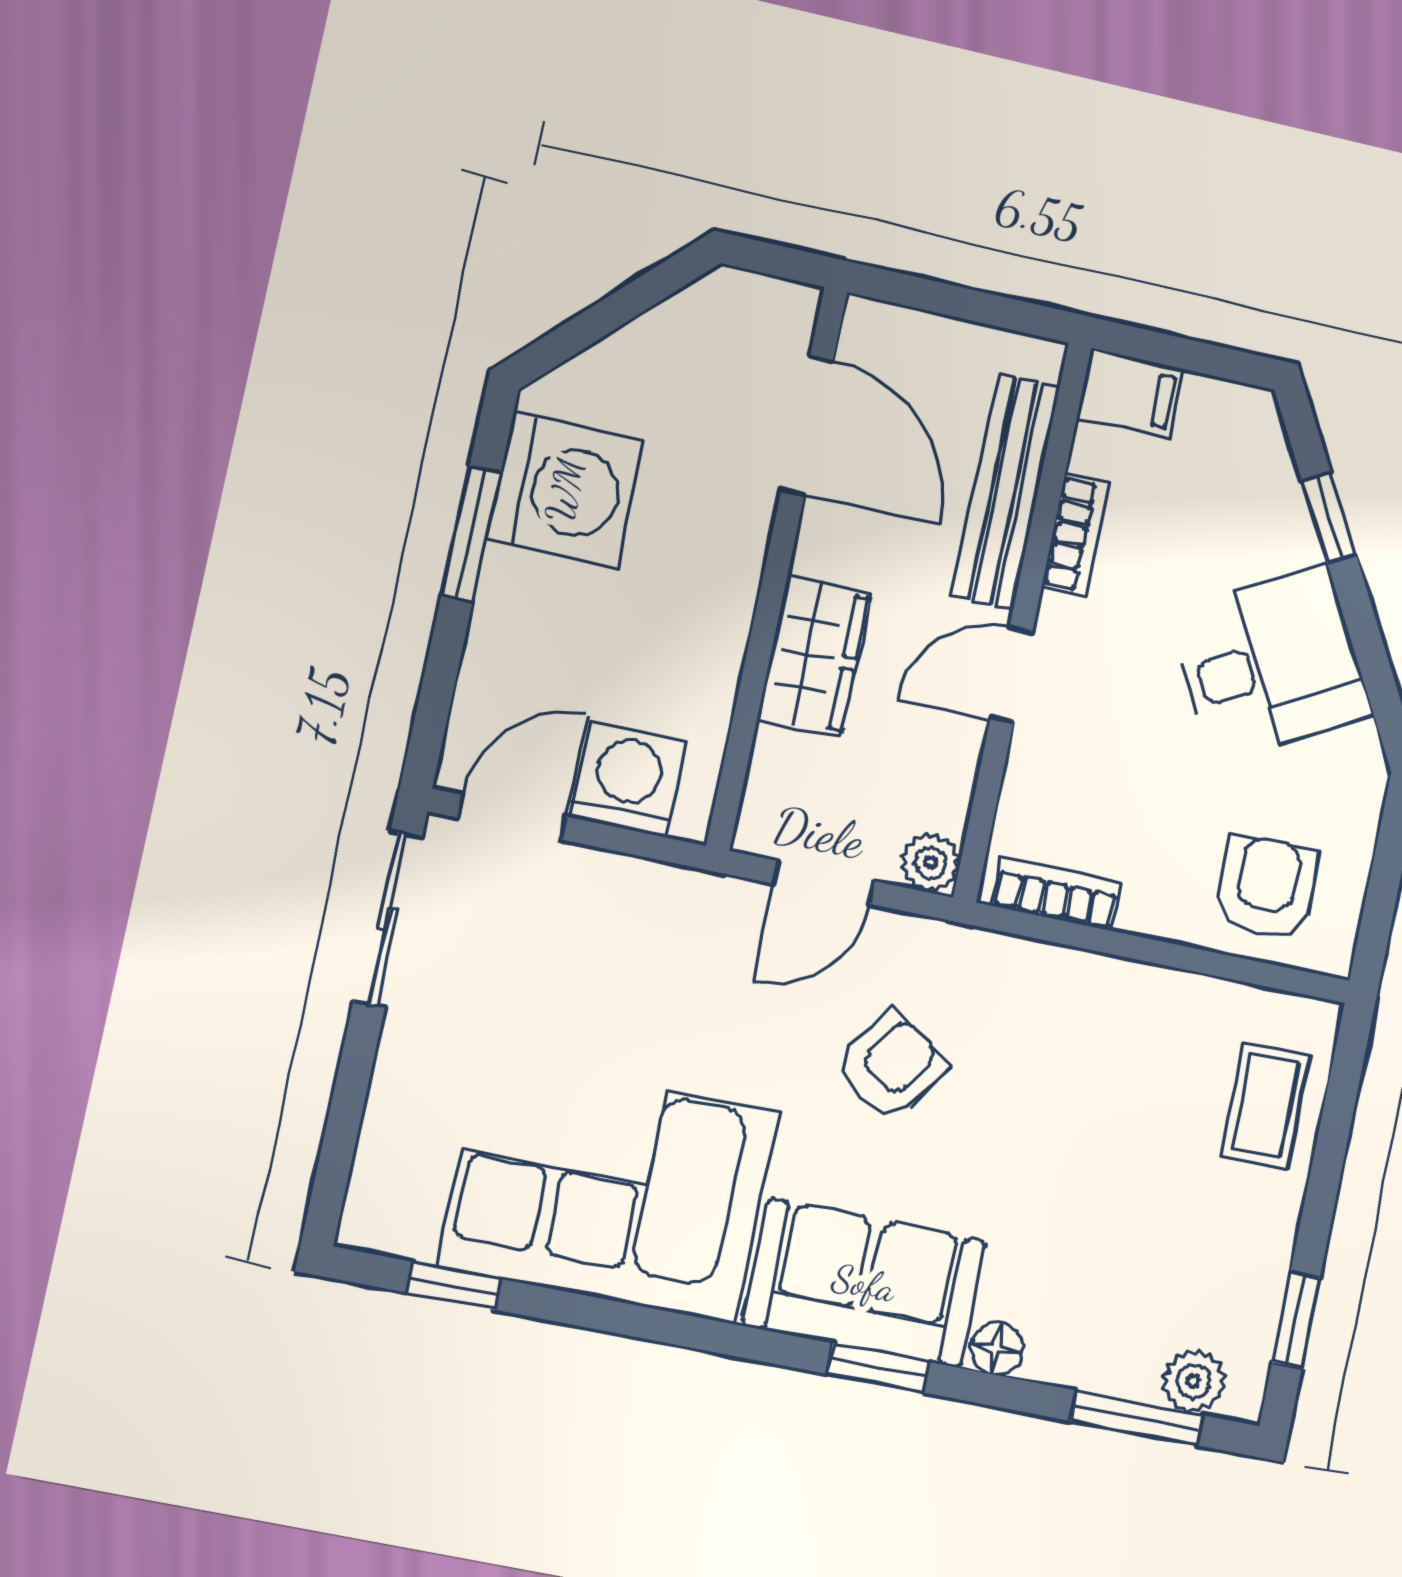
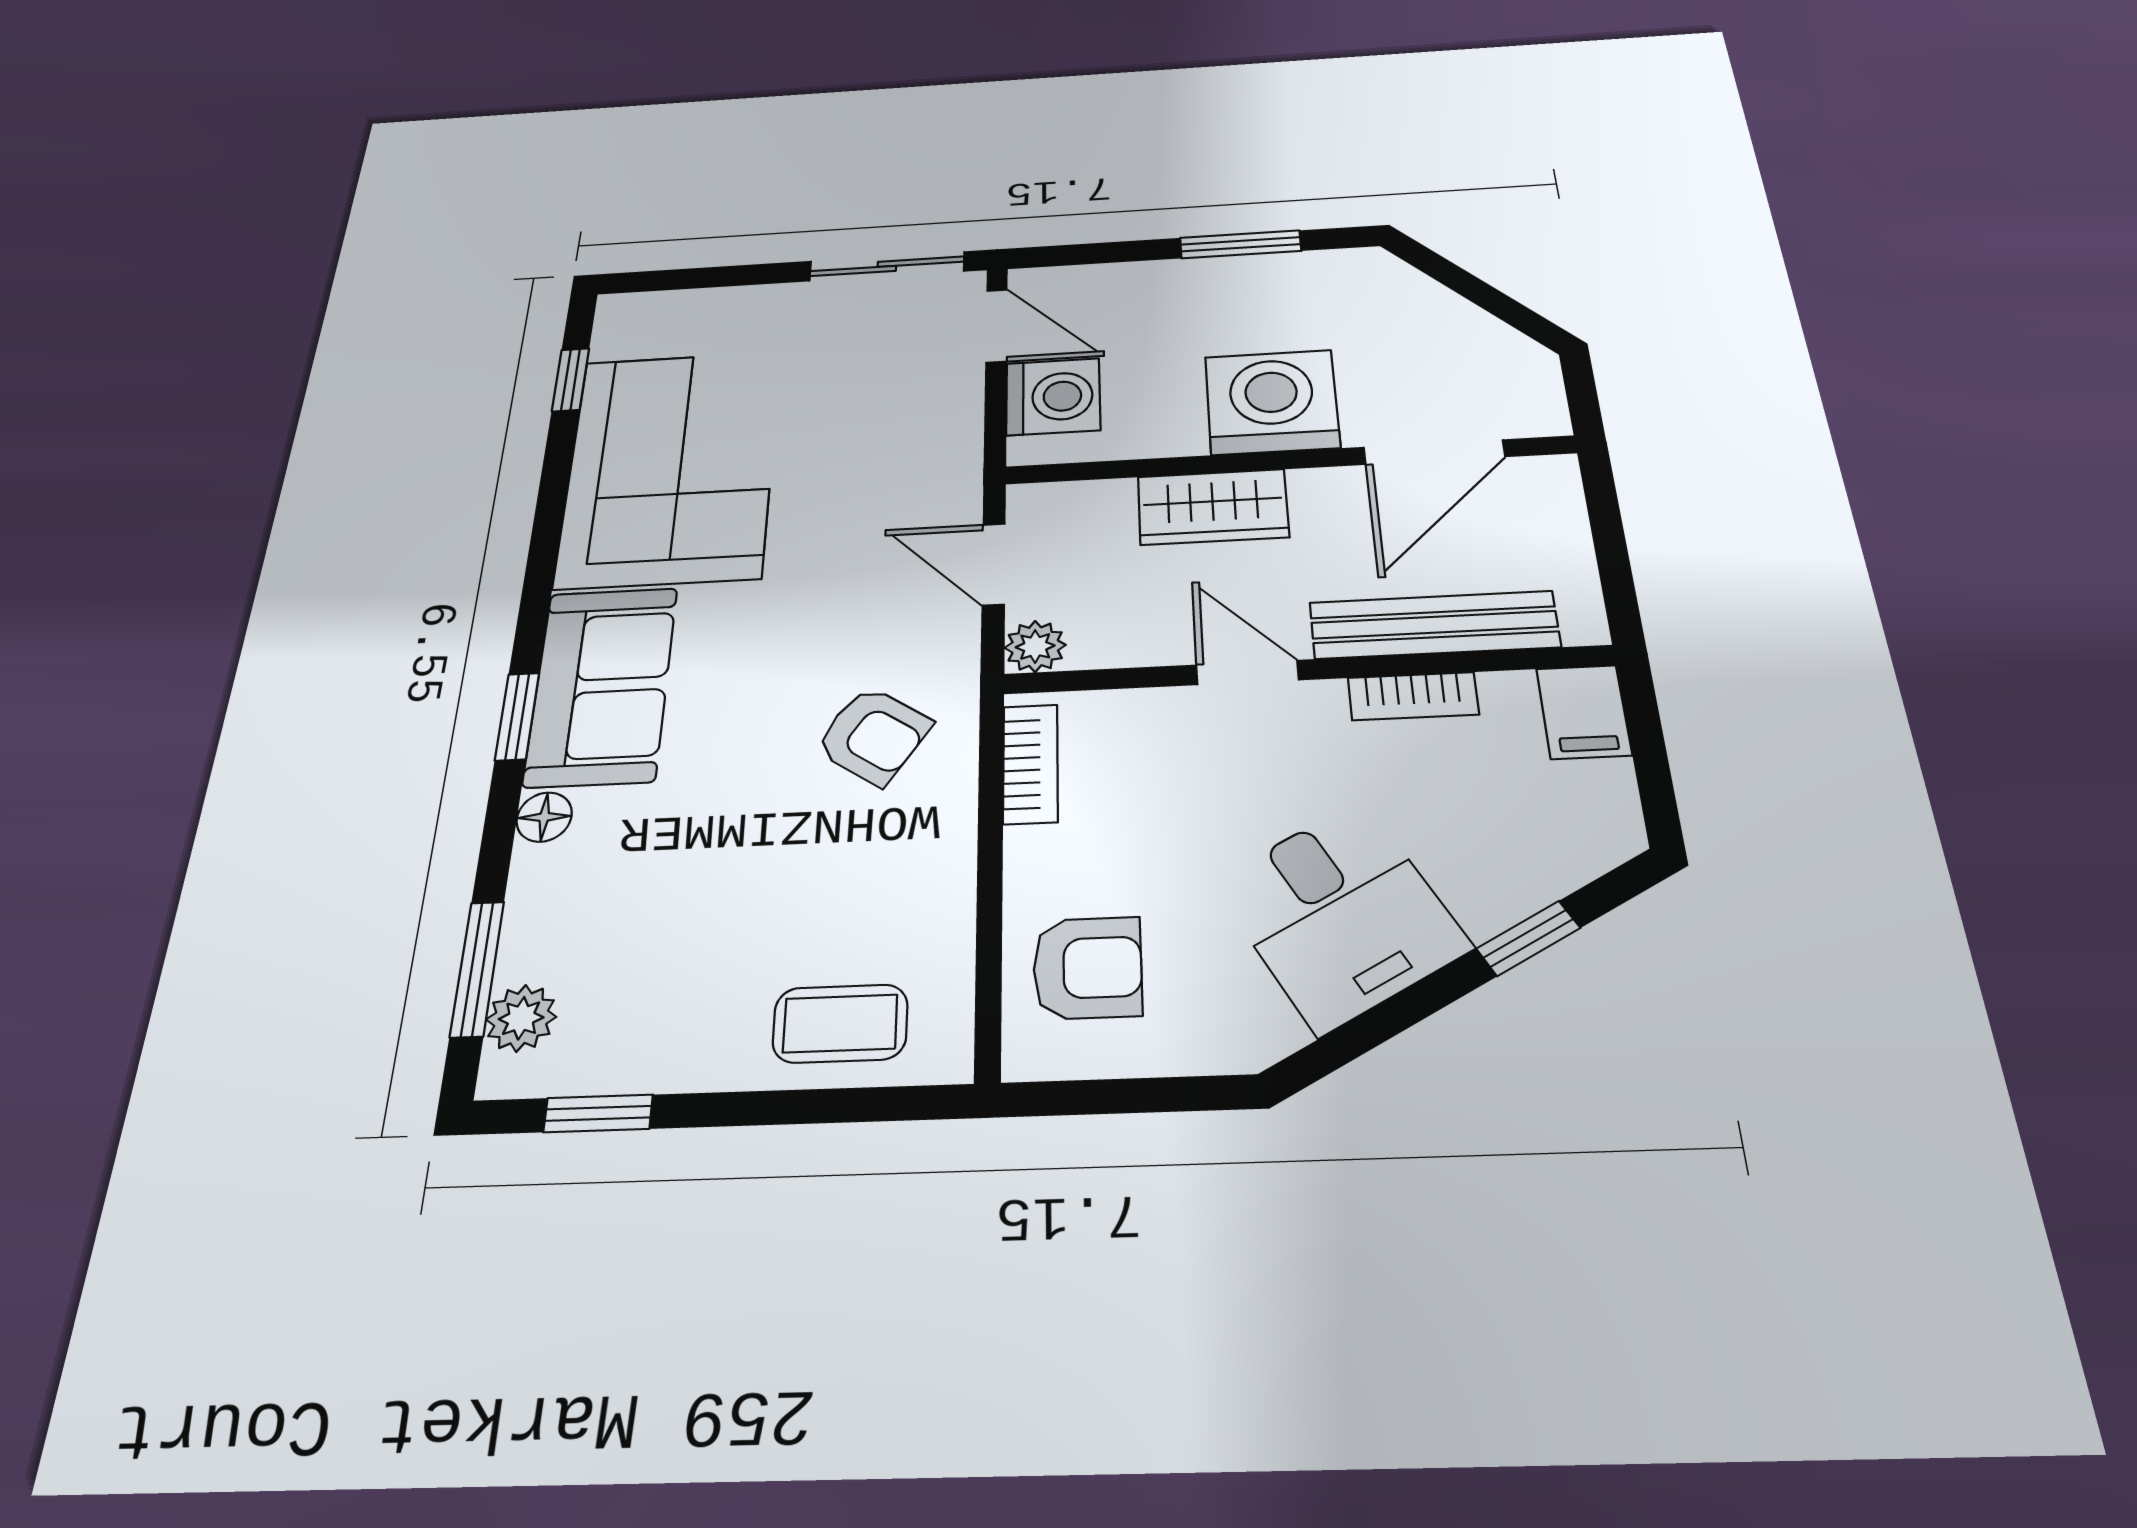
washing machine: (565, 490) -> (1272, 402), moved, turned 180
armchair: (891, 1066) -> (873, 735), moved

